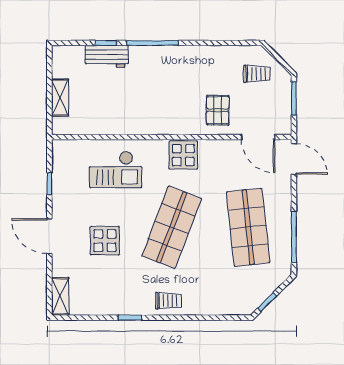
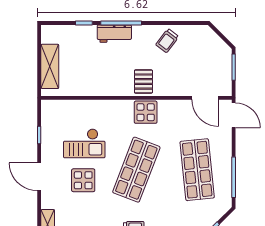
workbench: (107, 56) -> (114, 34), moved
trolley: (257, 74) -> (167, 41), moved, turned 127
shelving: (60, 97) -> (50, 66), width x1.50, depth x1.33
pallet: (218, 110) -> (143, 82), moved
checkout: (116, 170) -> (84, 143), moved

